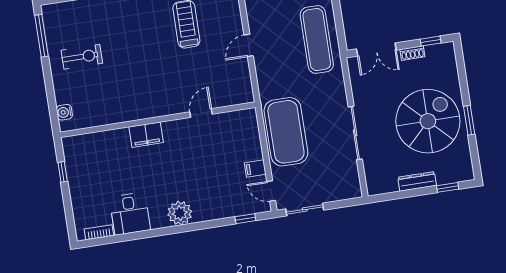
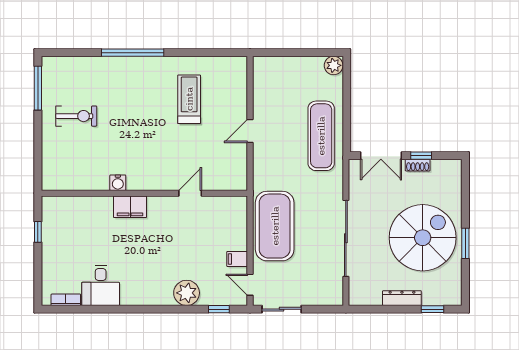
window: (431, 41) -> (421, 156), moved
water cooler: (64, 112) -> (118, 183), moved, turned -90
sliding door: (355, 133) -> (346, 238), width x1.36
plant: (180, 213) -> (187, 293), moved

